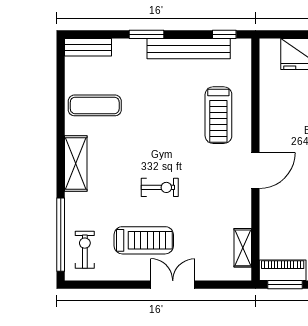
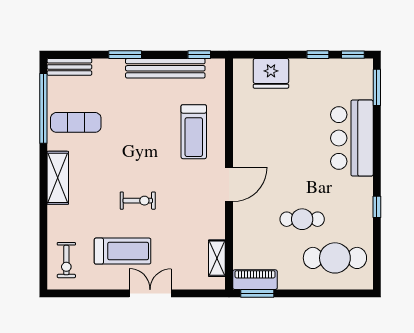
window: (61, 235) -> (43, 108), moved
exercise bike: (85, 250) -> (66, 260), turned 180

